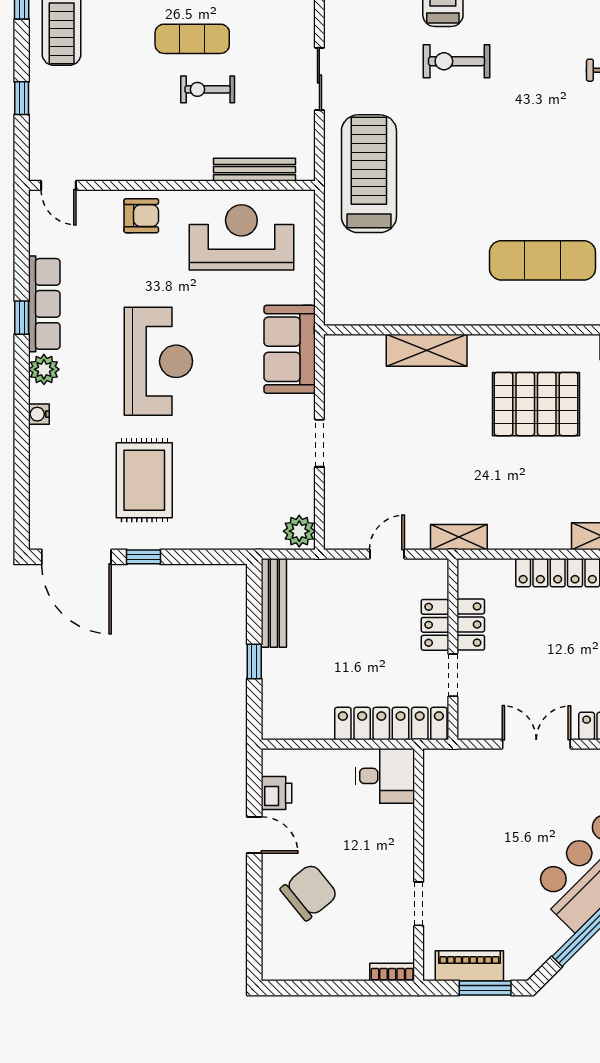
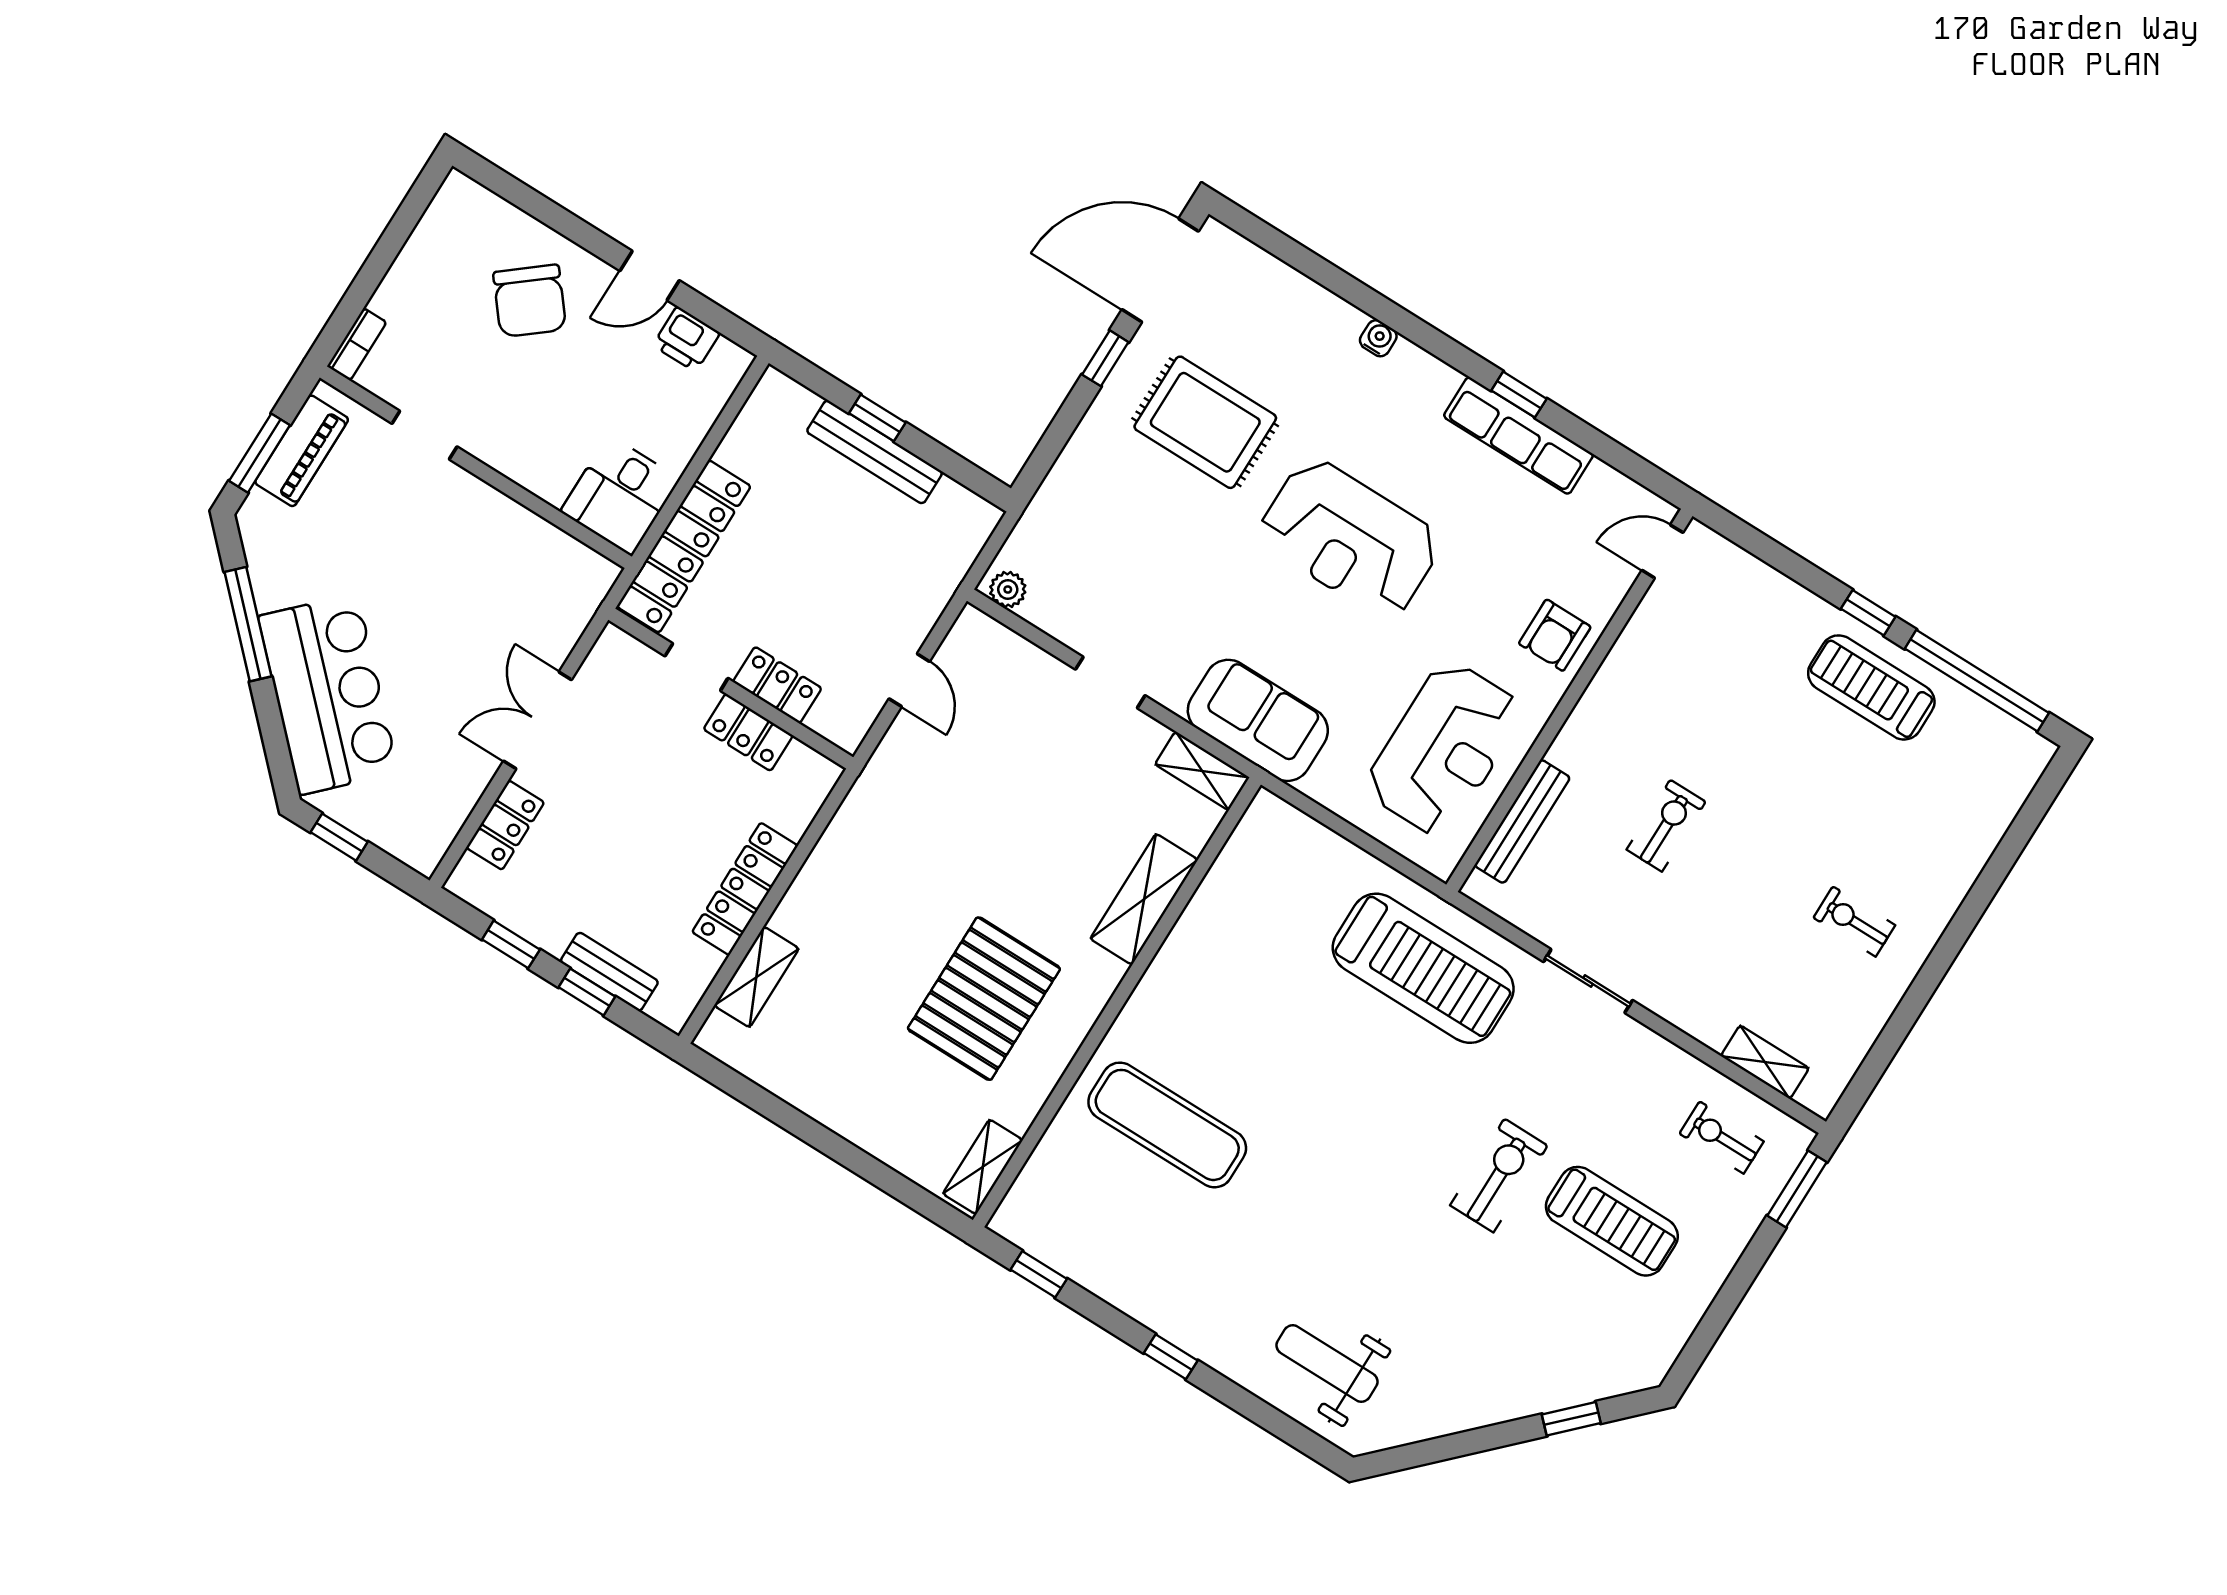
exercise mat: (192, 39) -> (1745, 847), removed
window: (22, 98) -> (1868, 613), moved
exercise mat: (542, 260) -> (1167, 1125), turned 90
plant: (44, 369) -> (1433, 381), removed
plant: (299, 531) -> (1008, 590), width x0.73, depth x0.73
shelving: (459, 537) -> (1202, 771), moved, turned 90
bench: (274, 603) -> (875, 452), moved
double door: (536, 744) -> (538, 720), swing flipped

